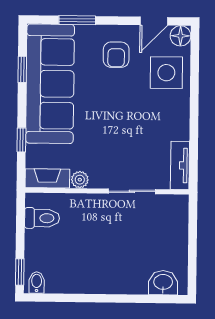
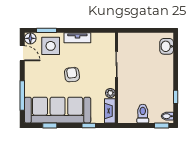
window: (77, 20) -> (22, 96), width x1.44
armchair: (116, 55) -> (72, 75), moved, turned -97
window: (195, 65) -> (46, 30), added
tv unit: (180, 165) -> (77, 38), moved
toilet: (42, 218) -> (143, 114), moved
window: (71, 298) -> (176, 97), added

